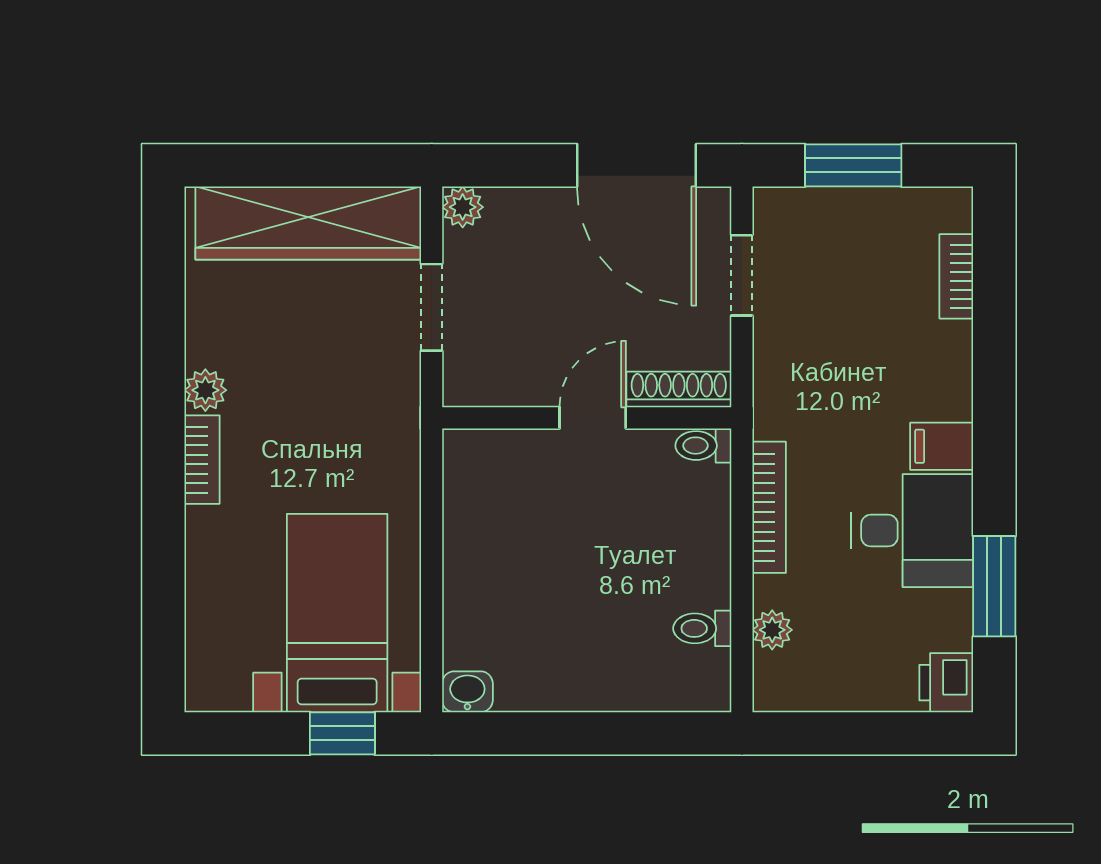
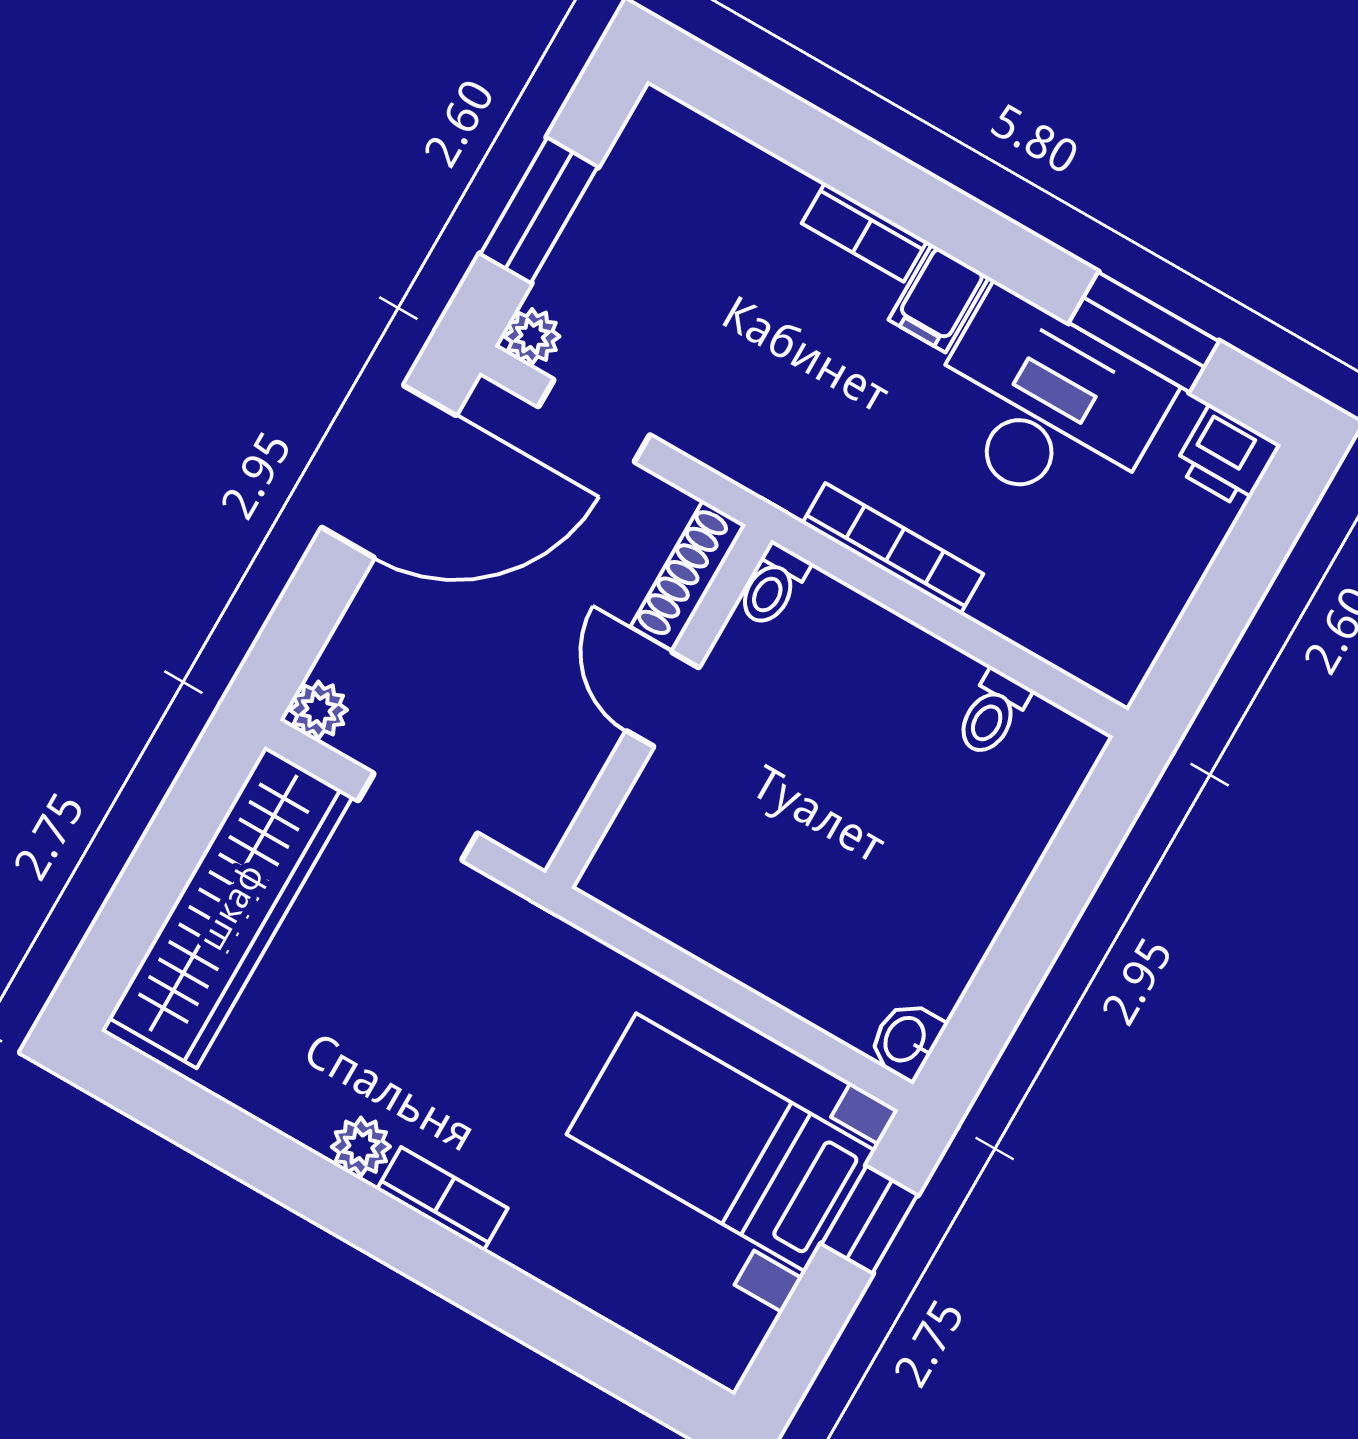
bookcase: (956, 276) -> (864, 232), moved
desk: (912, 531) -> (1045, 407), width x1.37
plant: (772, 630) -> (532, 336), moved

